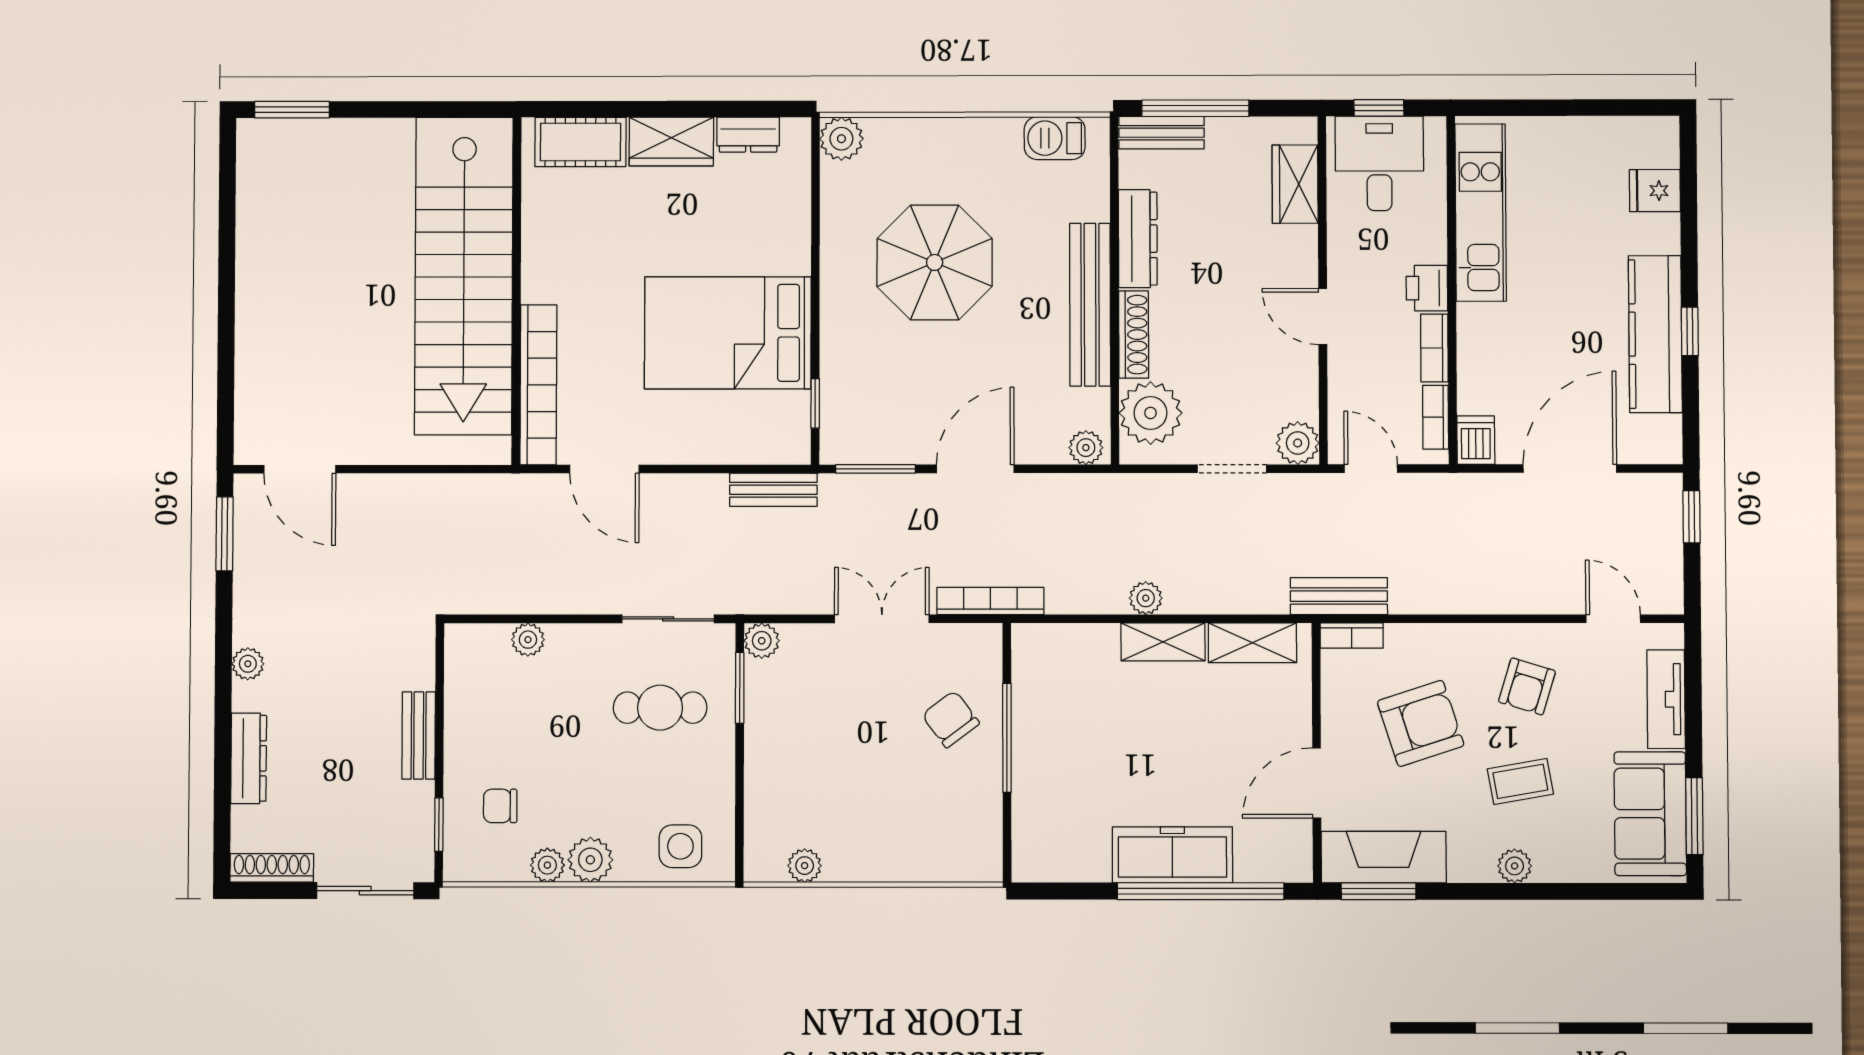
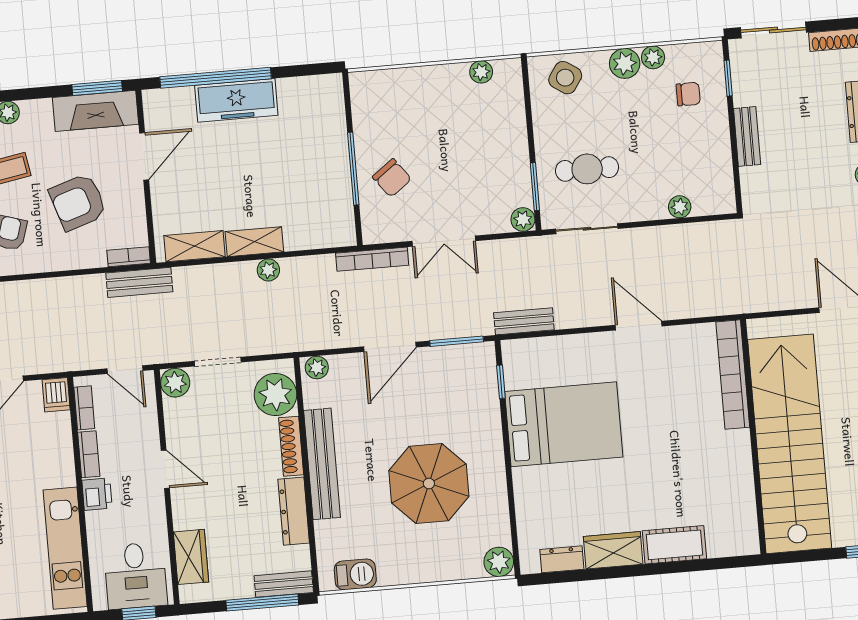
stairs: (464, 276) -> (790, 444), moved
wall: (517, 291) -> (753, 437), moved
bookcase: (538, 385) -> (733, 375), moved
side table: (680, 846) -> (565, 78), turned 34

